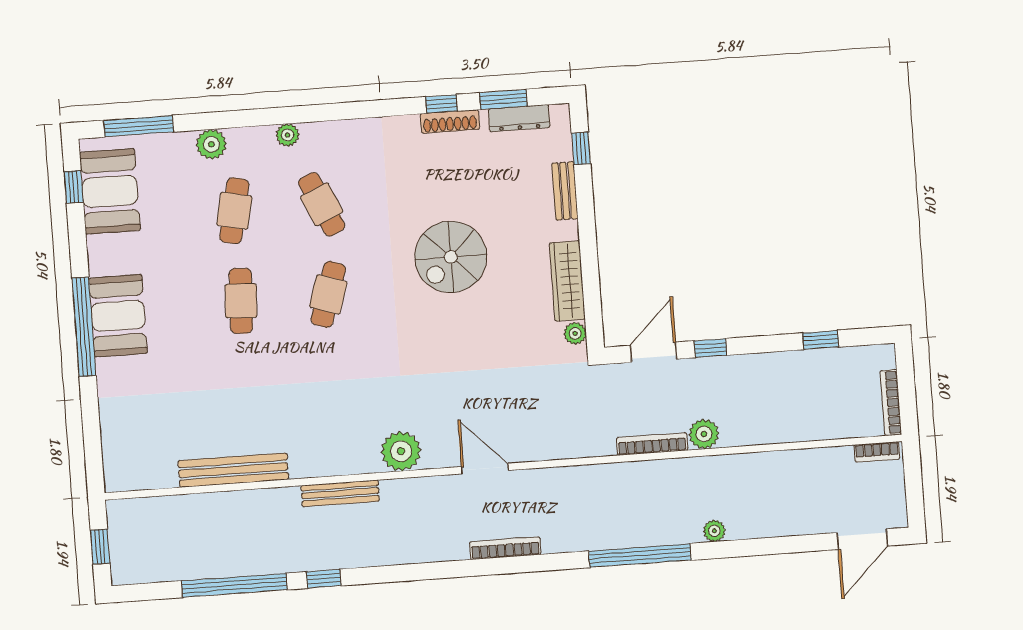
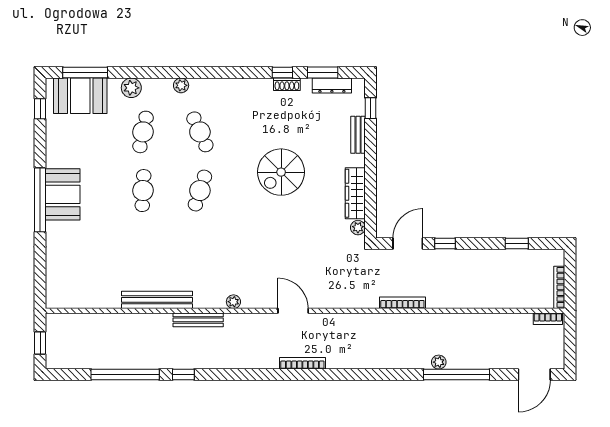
shoe rack: (450, 121) -> (287, 84), width x0.70
booth: (110, 191) -> (80, 96), moved, turned 90
plant: (704, 434) -> (437, 299), removed
plant: (401, 451) -> (233, 302), width x0.53, depth x0.53
bench: (233, 470) -> (157, 300), moved
window: (640, 556) -> (457, 375), moved

